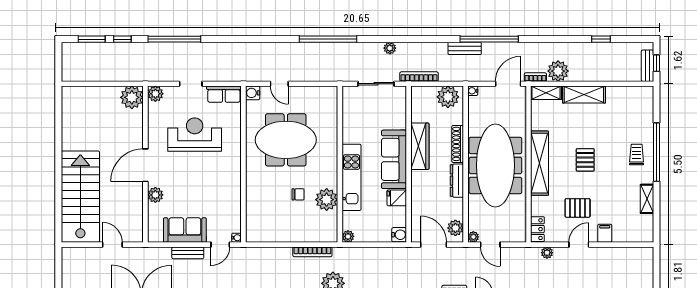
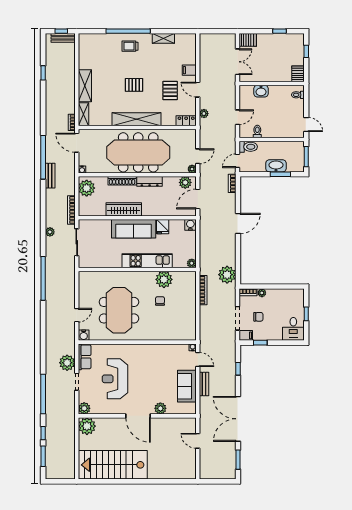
plant: (558, 71) -> (67, 363), moved
stairs: (80, 197) -> (113, 465), moved
door: (112, 245) -> (198, 441), hinge flipped

